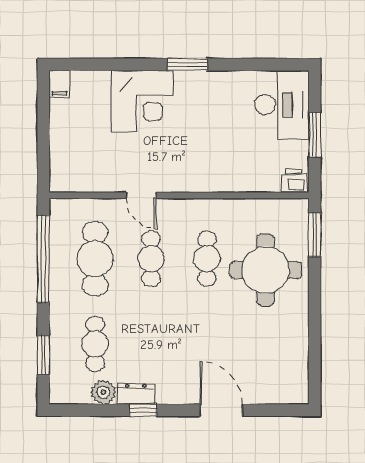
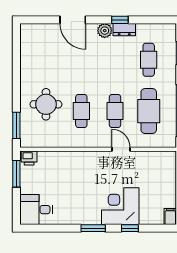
window: (127, 64) -> (130, 228), added
desk: (282, 105) -> (36, 210), width x0.73
window: (315, 135) -> (16, 174), moved
round table: (266, 270) -> (46, 104), width x0.73, depth x0.73
plant: (103, 392) -> (105, 31), moved

